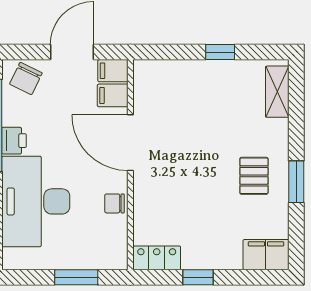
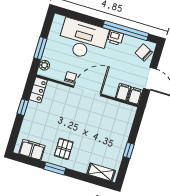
door: (130, 143) -> (87, 91), moved
pallet: (254, 176) -> (64, 149), turned 90
filing cabinet: (266, 255) -> (32, 150), moved, turned -90
plant: (106, 260) -> (44, 65), added

